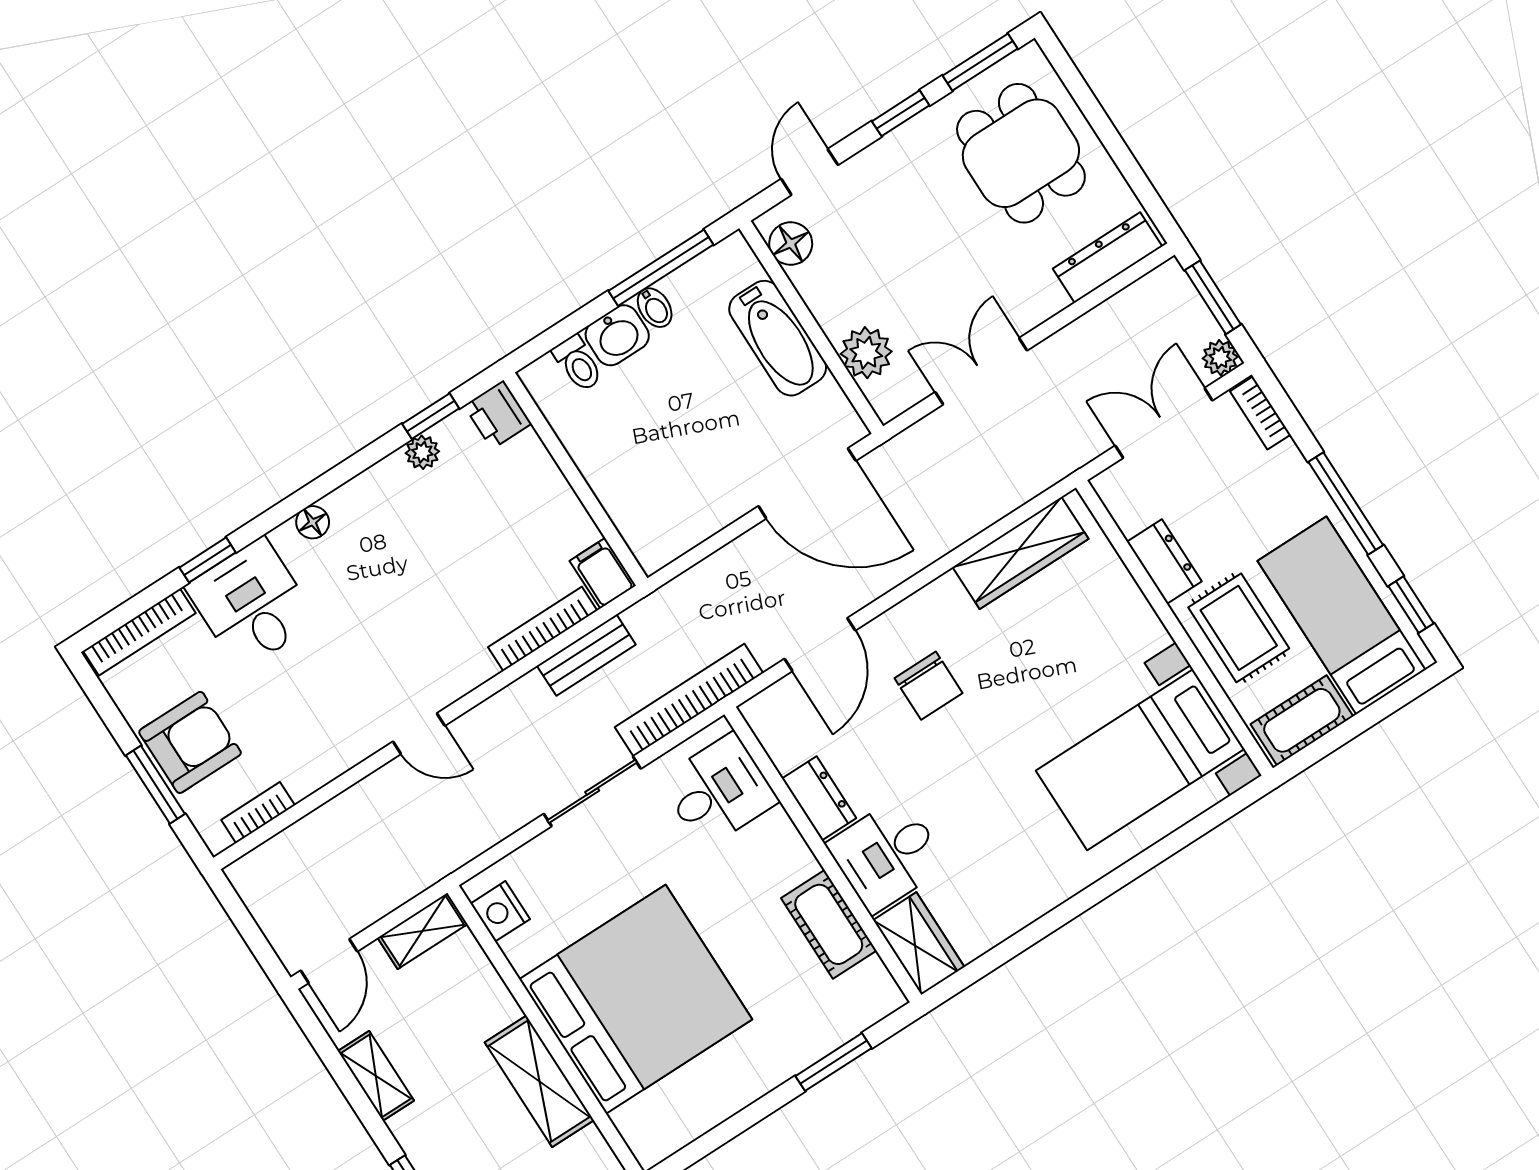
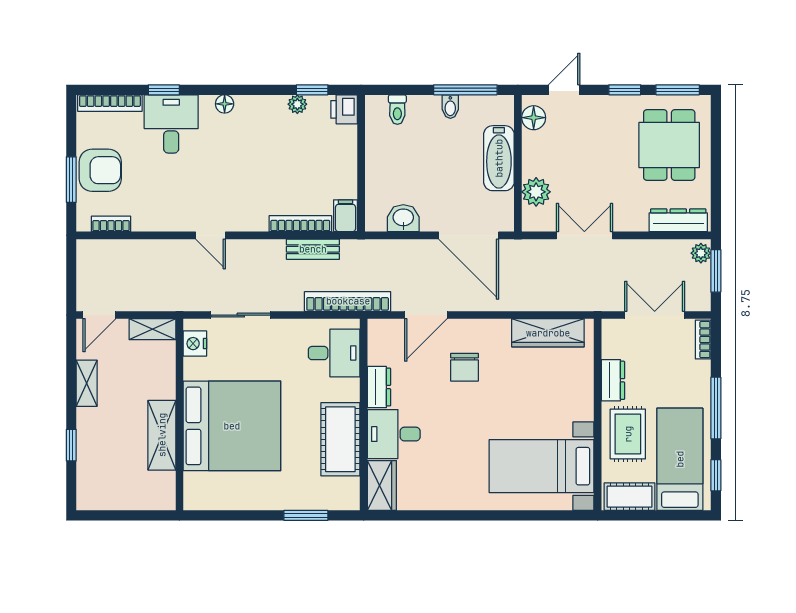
washbasin: (617, 335) -> (403, 218), moved, turned 180
plant: (1220, 358) -> (701, 253), moved
sliding door: (592, 791) -> (241, 315), moved
cot: (829, 924) -> (340, 439), width x1.37, depth x1.34

